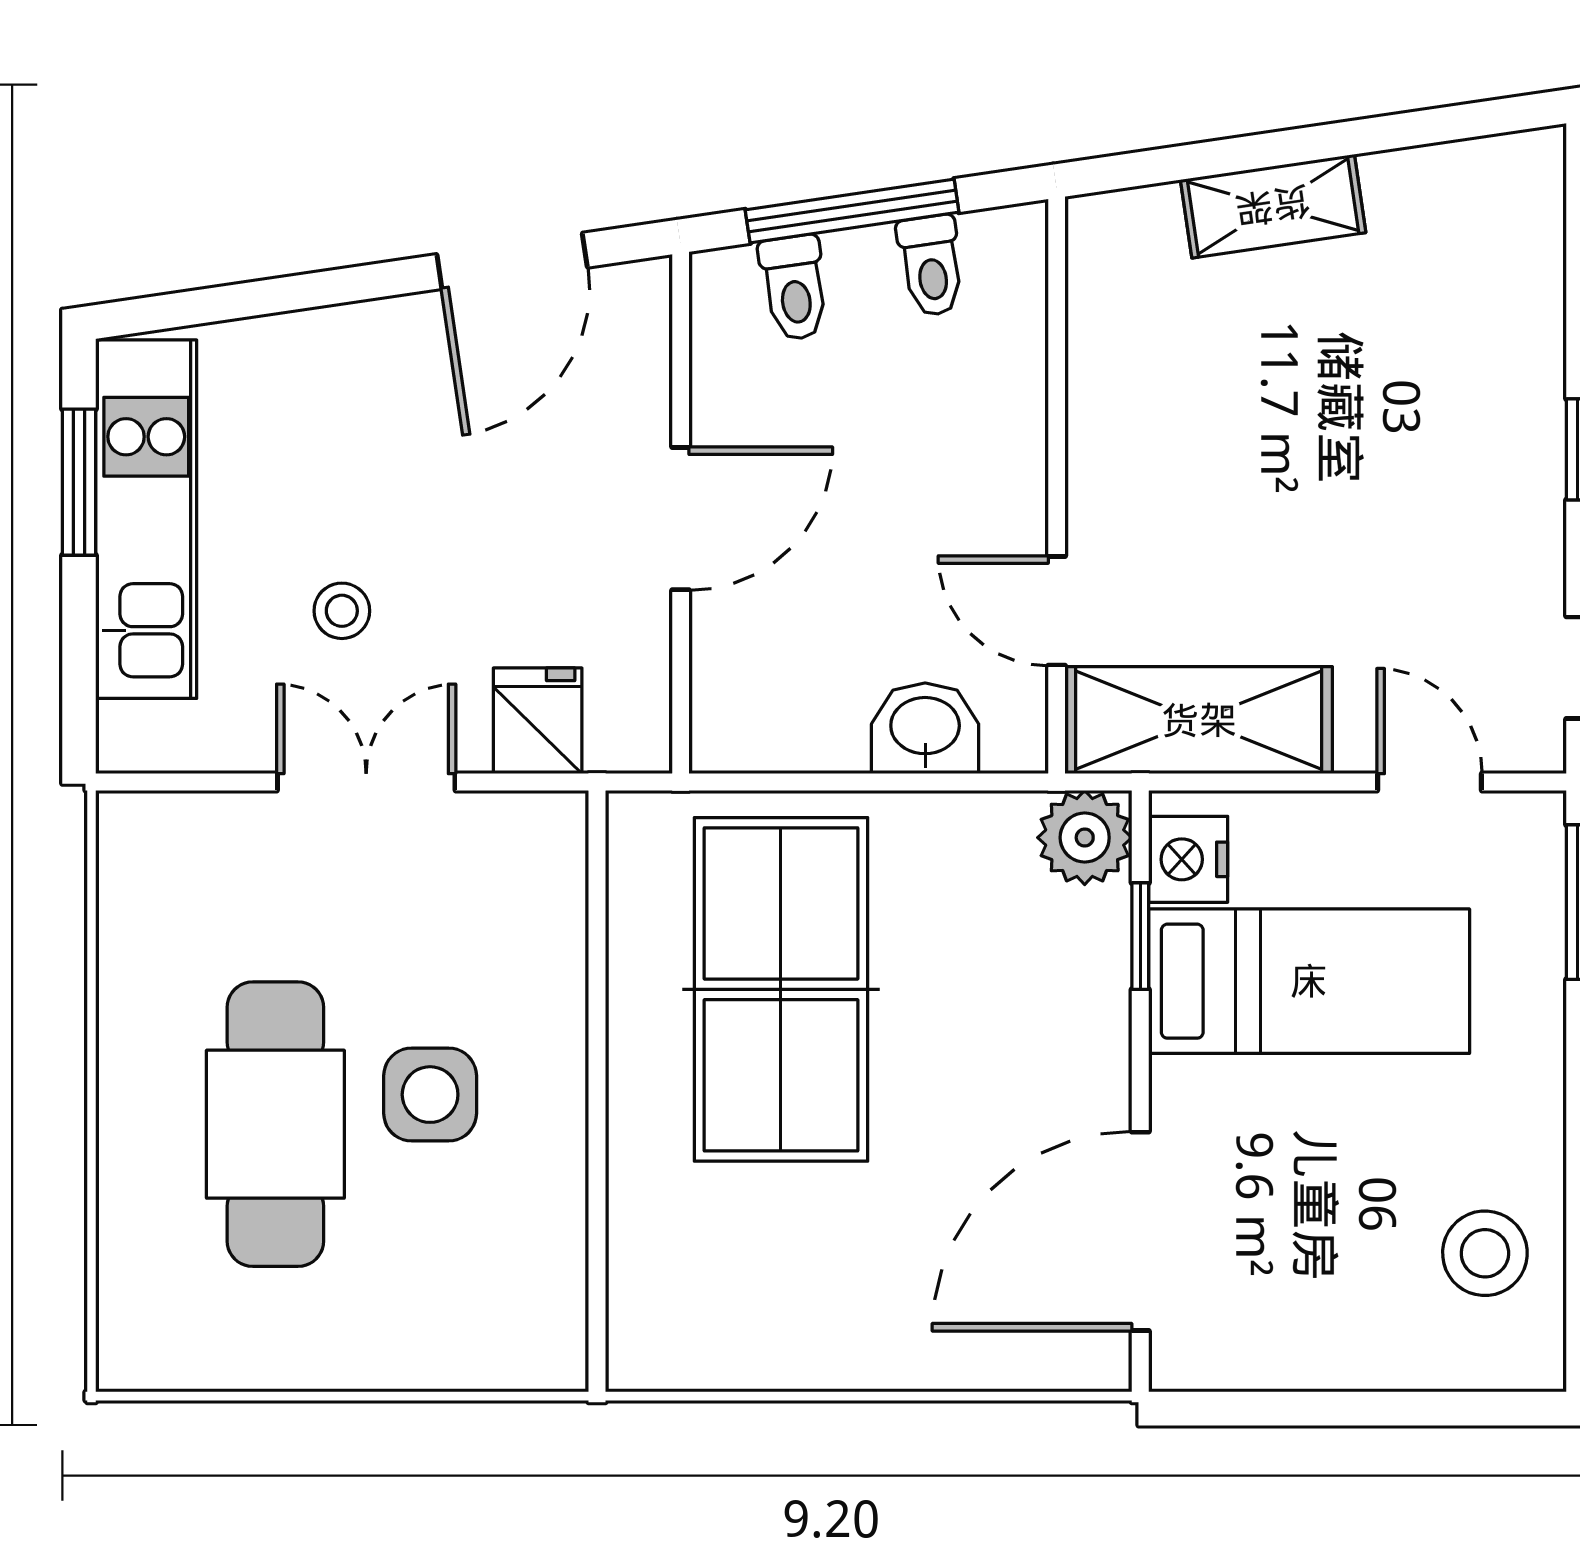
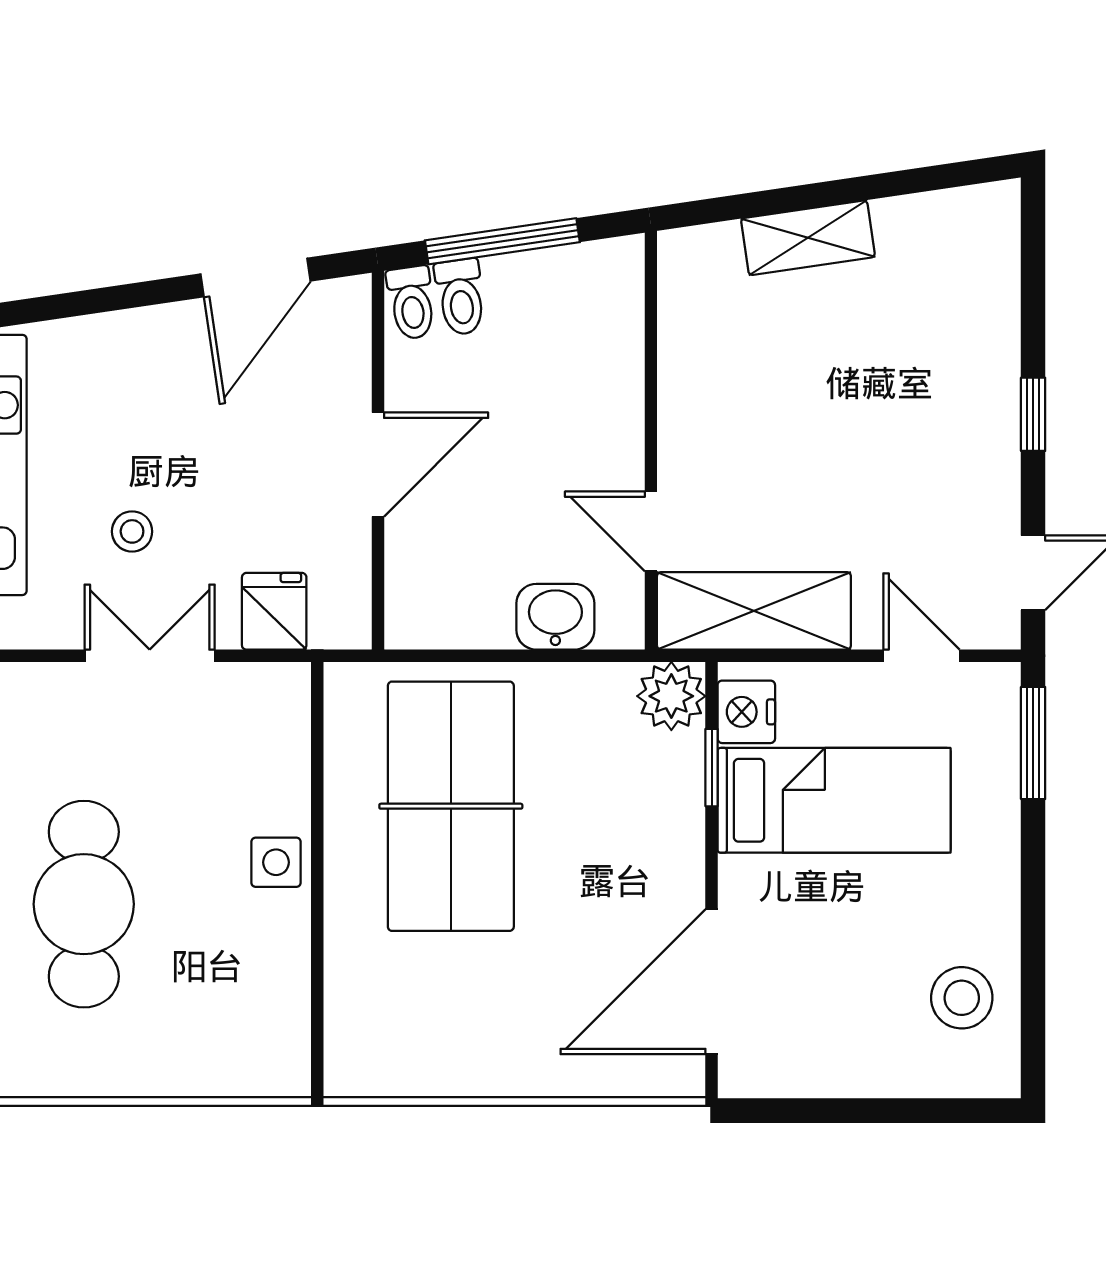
toilet: (931, 266) -> (411, 303), moved
side table: (430, 1095) -> (276, 862), moved, width x0.73, depth x0.73

